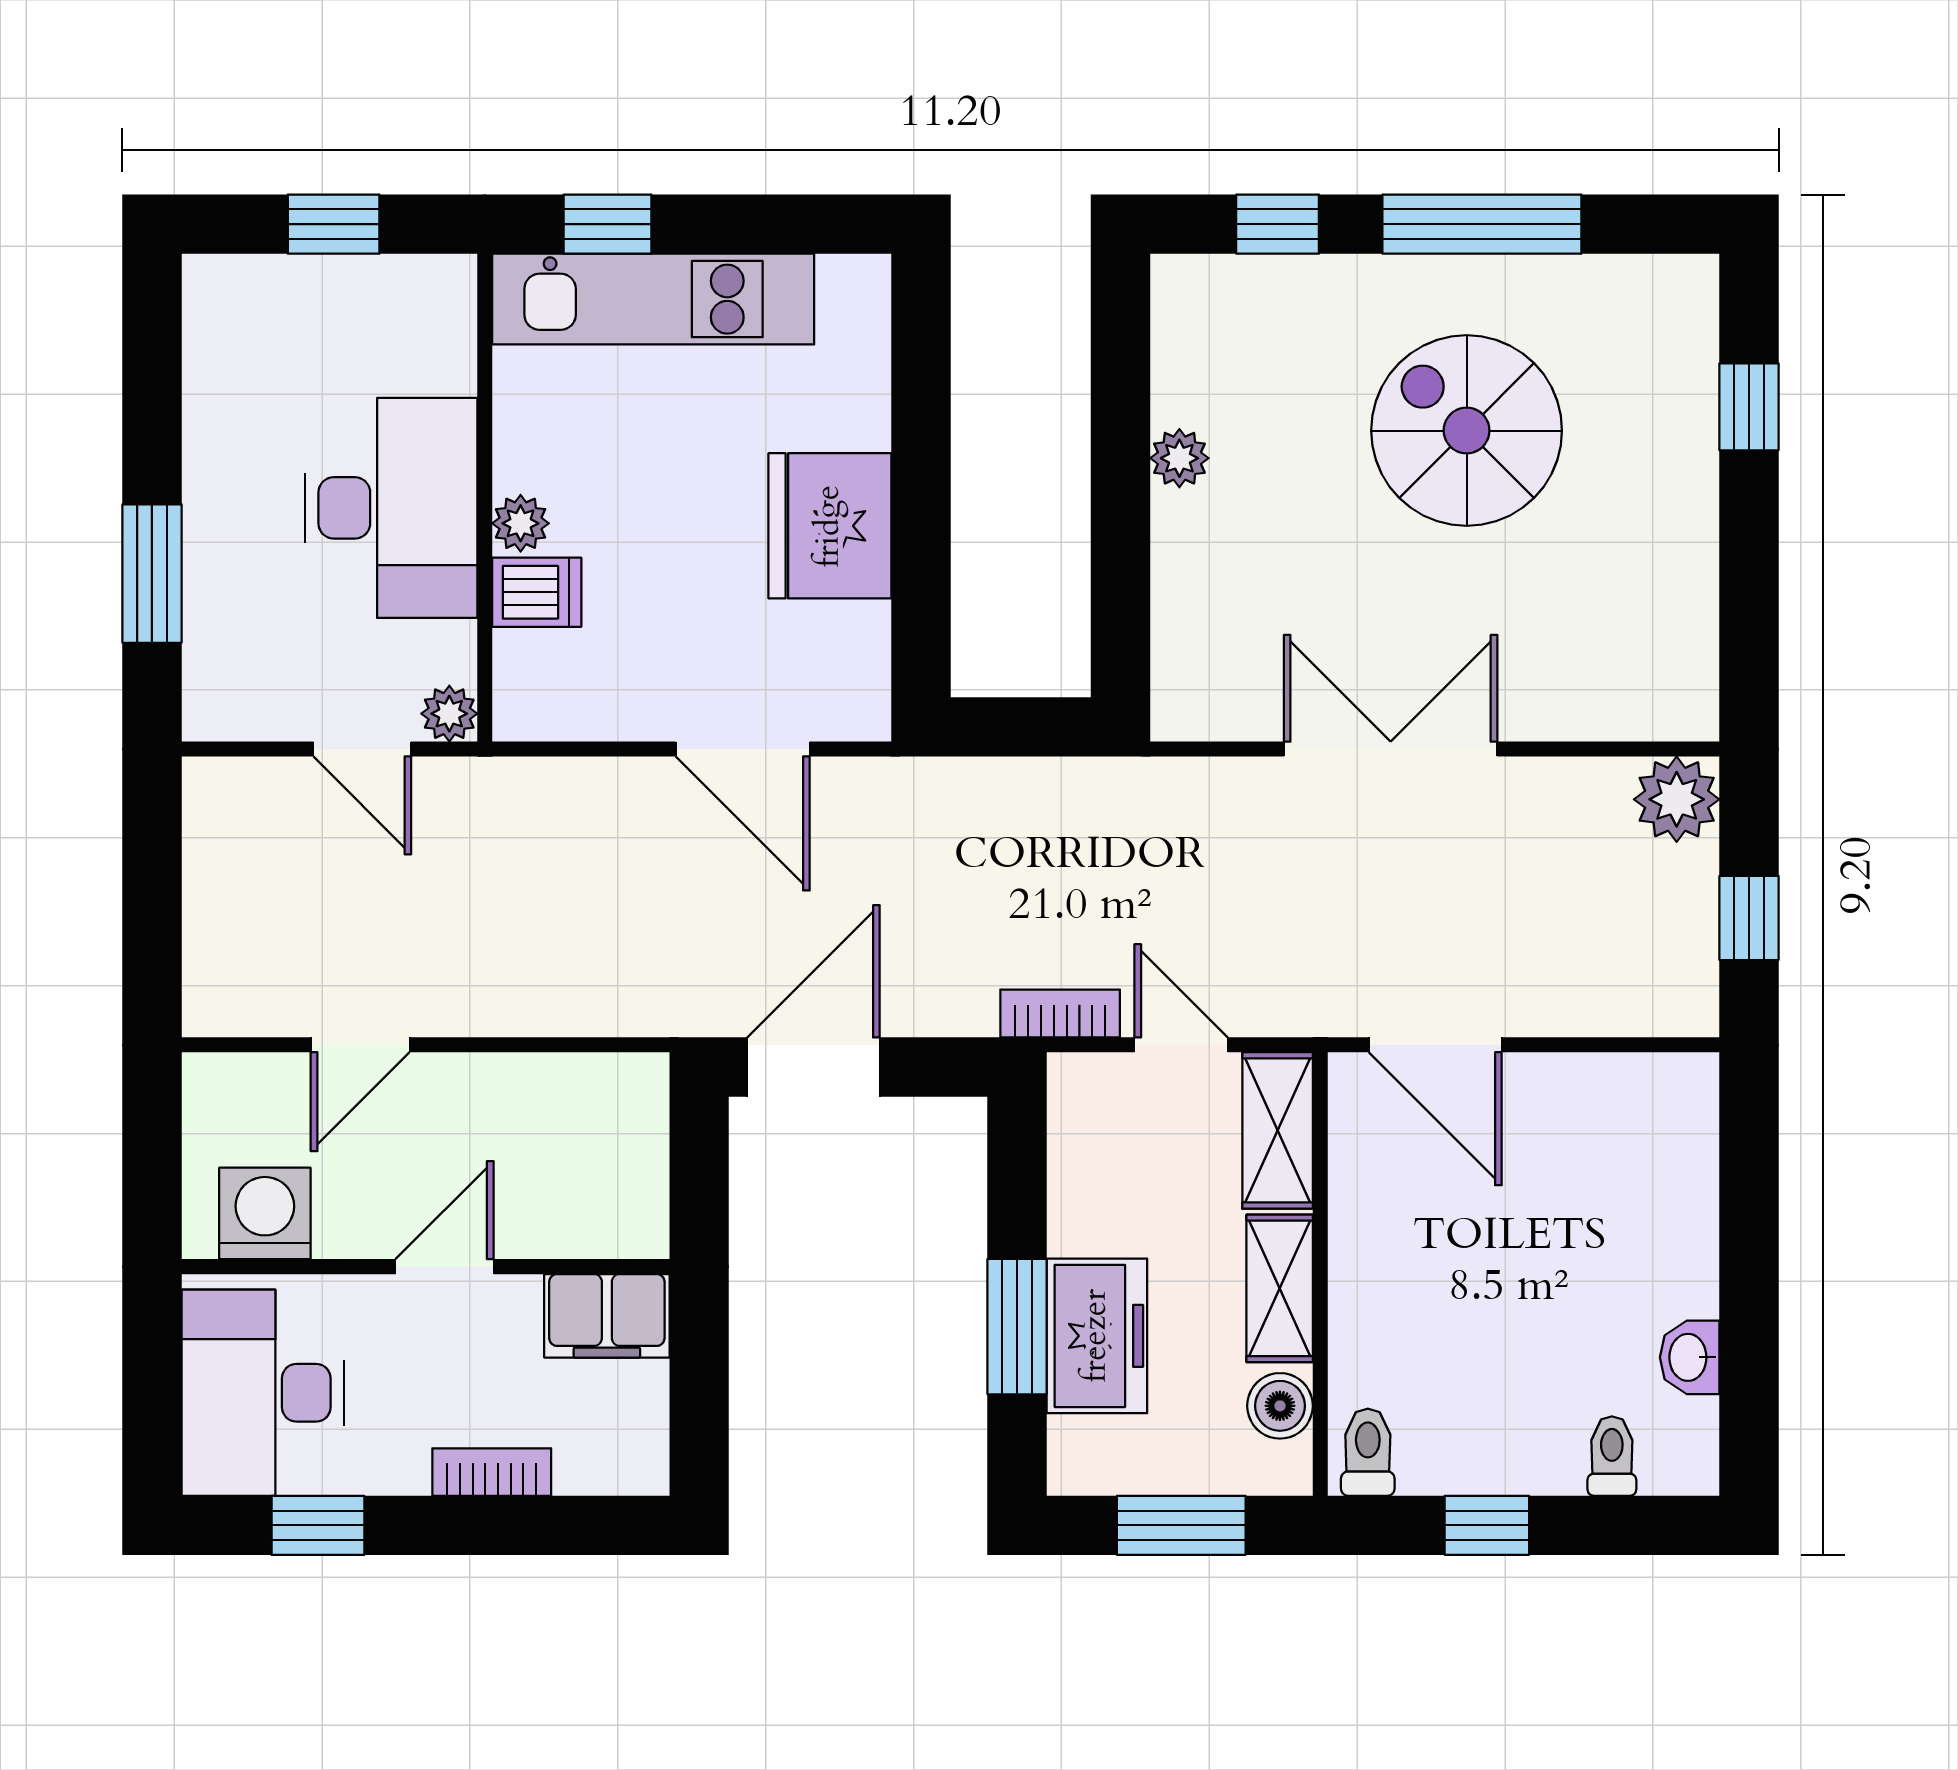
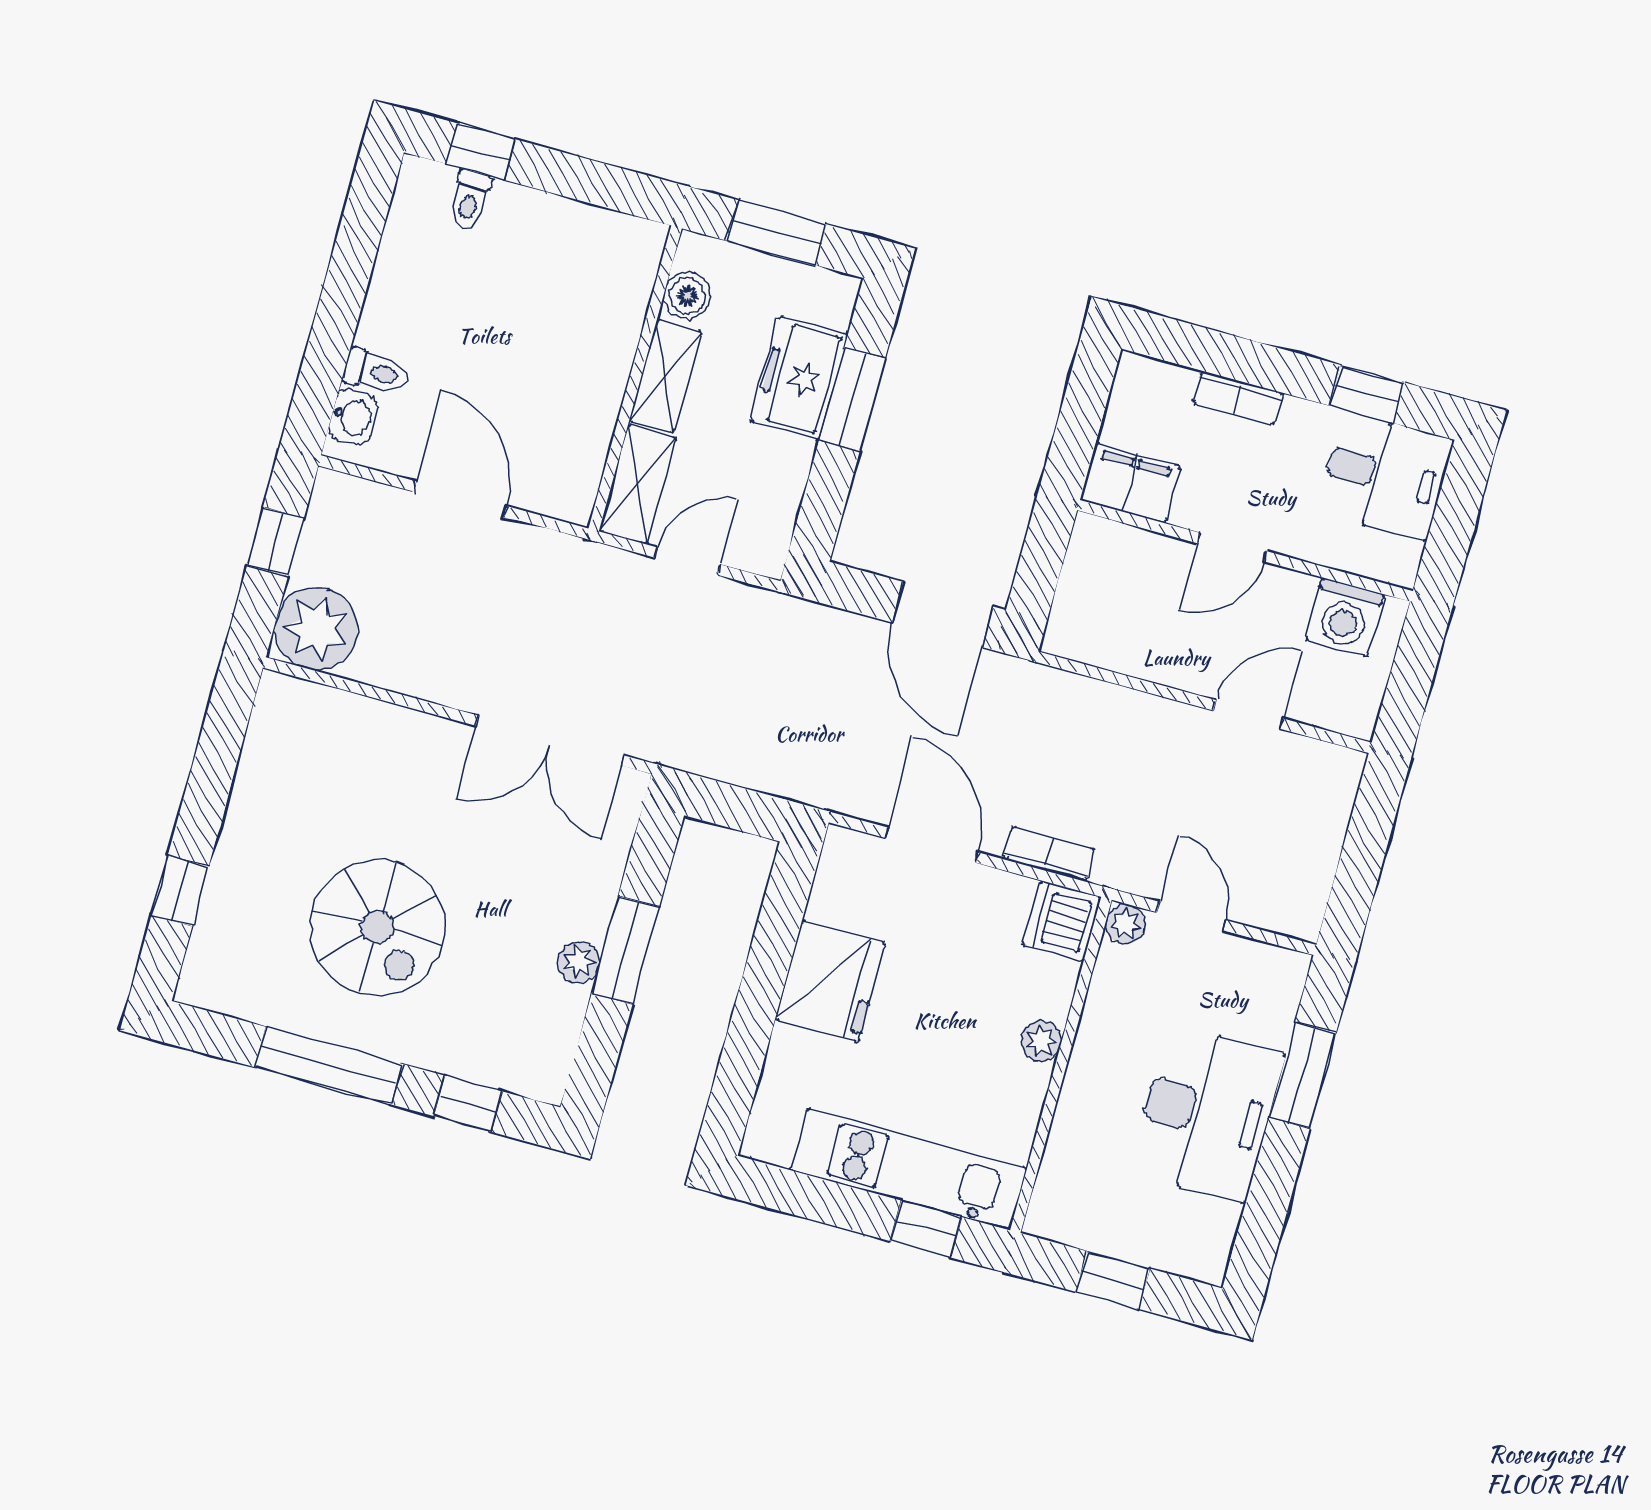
window: (1121, 492) -> (625, 950), added
desk: (391, 508) -> (1207, 1113), moved, turned 180
dishwasher: (537, 592) -> (1062, 921), moved, width x1.38
double door: (1391, 749) -> (550, 741), moved
plant: (1677, 799) -> (316, 628), width x1.36, depth x1.36
bookcase: (1060, 1013) -> (1049, 854), moved, turned 180
door: (1181, 1045) -> (687, 561), swing flipped
door: (1435, 1045) -> (460, 499), moved
door: (814, 1067) -> (943, 615), hinge flipped
washbasin: (1690, 1357) -> (353, 417), moved
desk: (263, 1393) -> (1385, 476), width x0.73
toilet: (1368, 1452) -> (376, 372), moved, turned -90
window: (1487, 1525) -> (480, 151), moved

